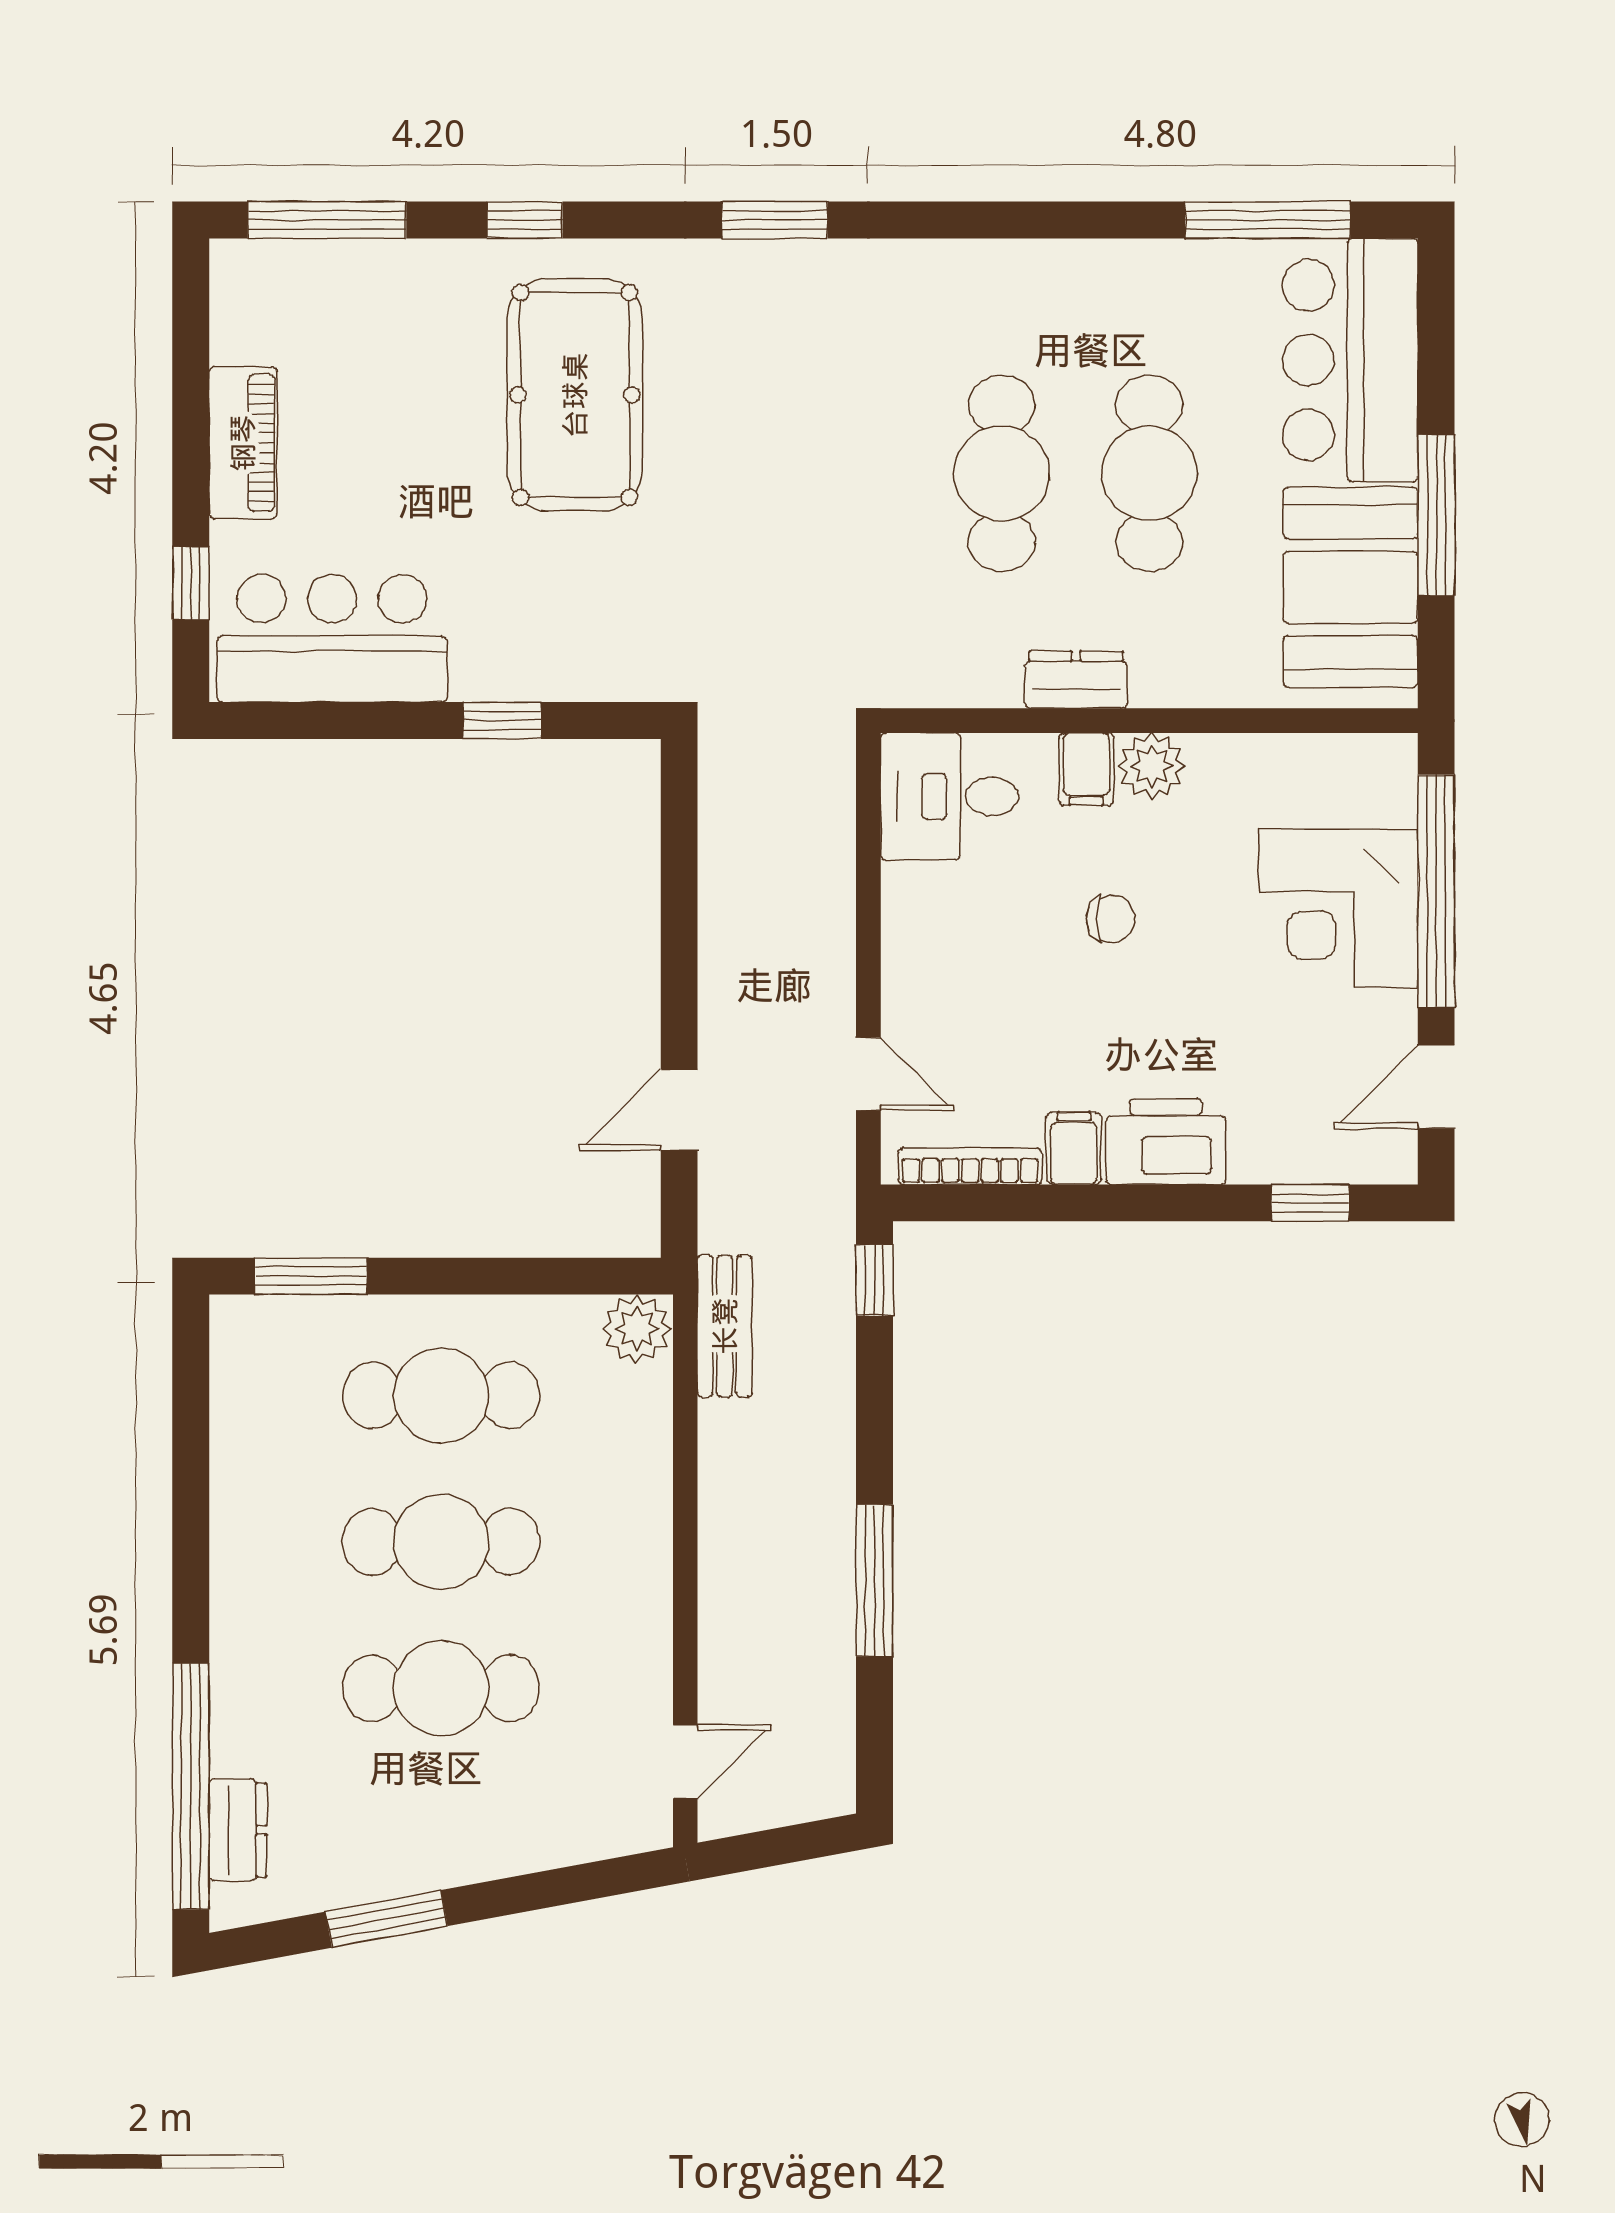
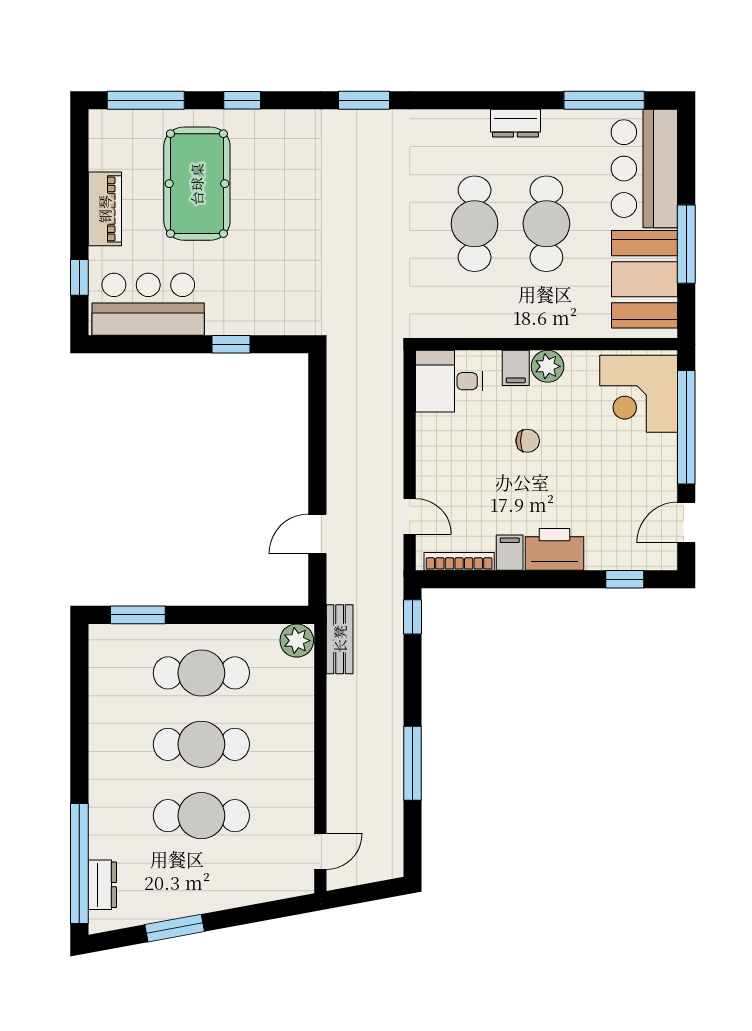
pool table: (575, 395) -> (197, 184), moved
dresser: (1076, 680) -> (515, 123), moved, turned 180
corner desk: (1339, 908) -> (639, 394), moved

